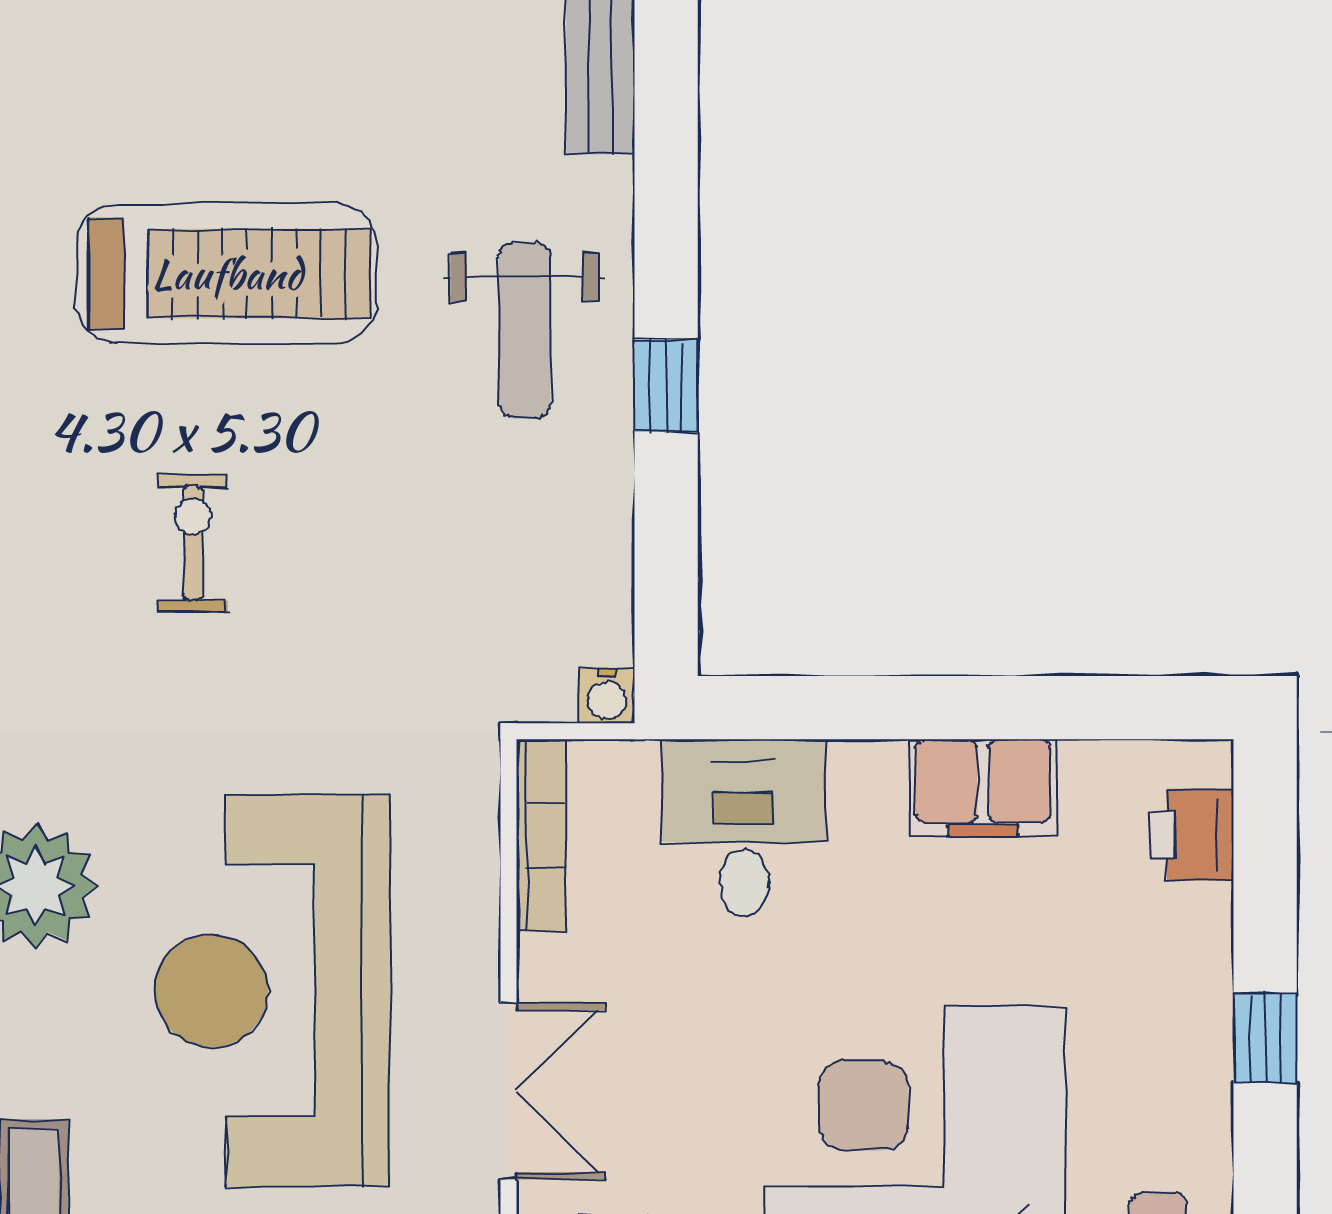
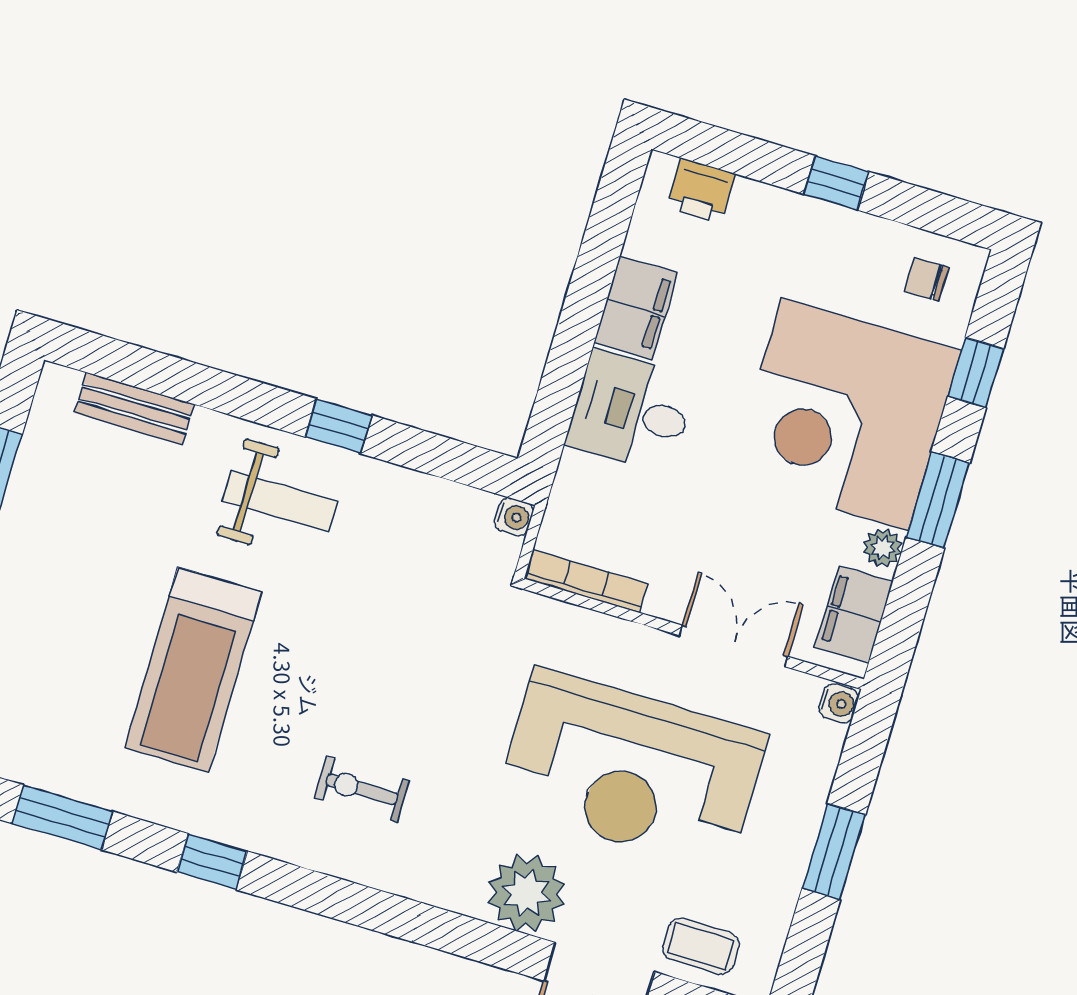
treadmill: (227, 274) -> (193, 670), turned 180
exercise bike: (193, 543) -> (362, 789), moved
desk: (744, 828) -> (631, 412), moved

